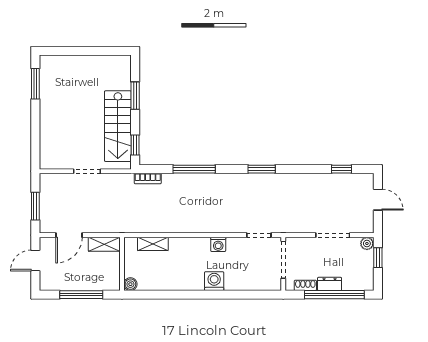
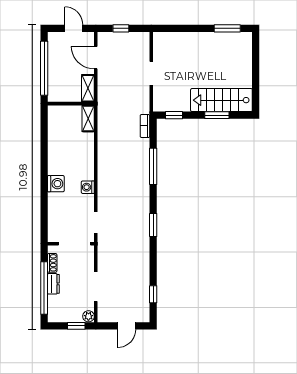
stairs: (118, 126) -> (221, 100), moved
window: (35, 206) -> (121, 28), width x0.67
shelving: (153, 244) -> (88, 119), moved
boiler: (130, 284) -> (53, 111), removed
window: (81, 295) -> (44, 68), width x1.46

